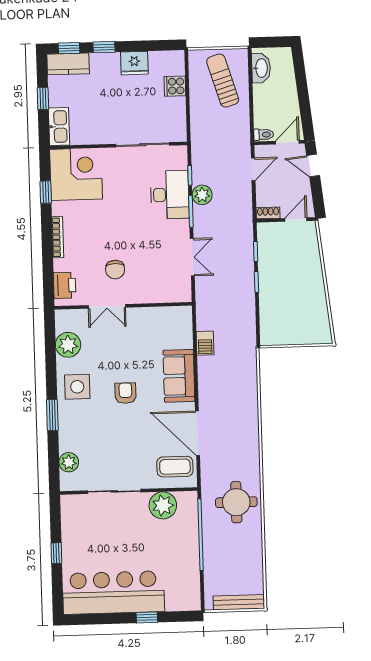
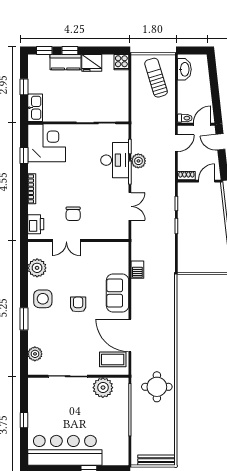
kitchen counter: (68, 64) -> (66, 62), moved
cooker: (175, 86) -> (121, 62), moved, turned -90

